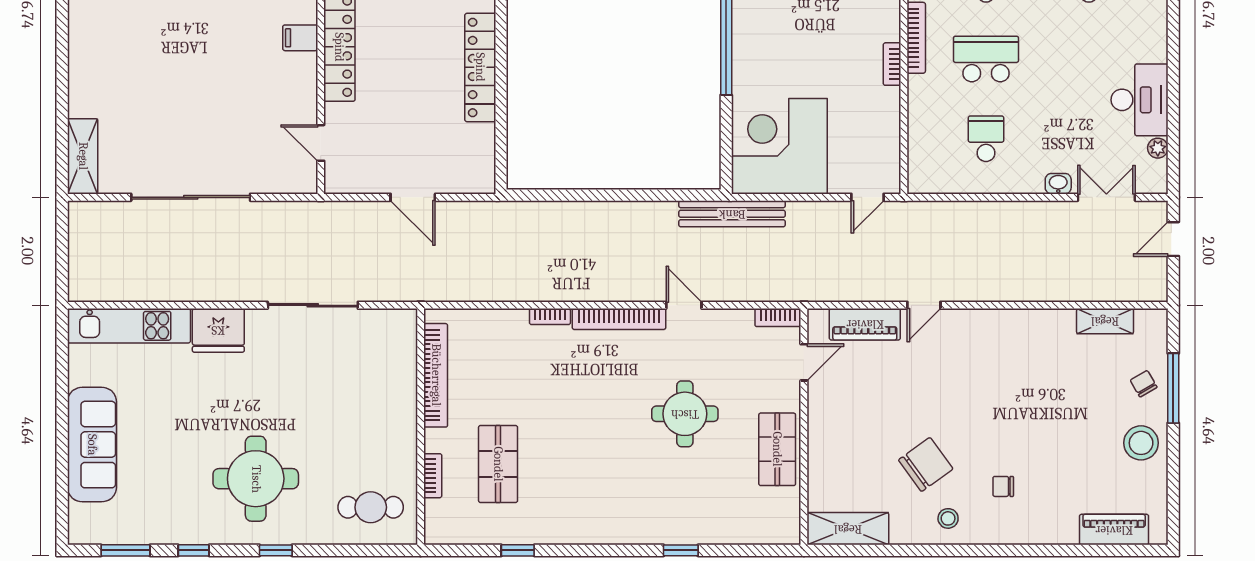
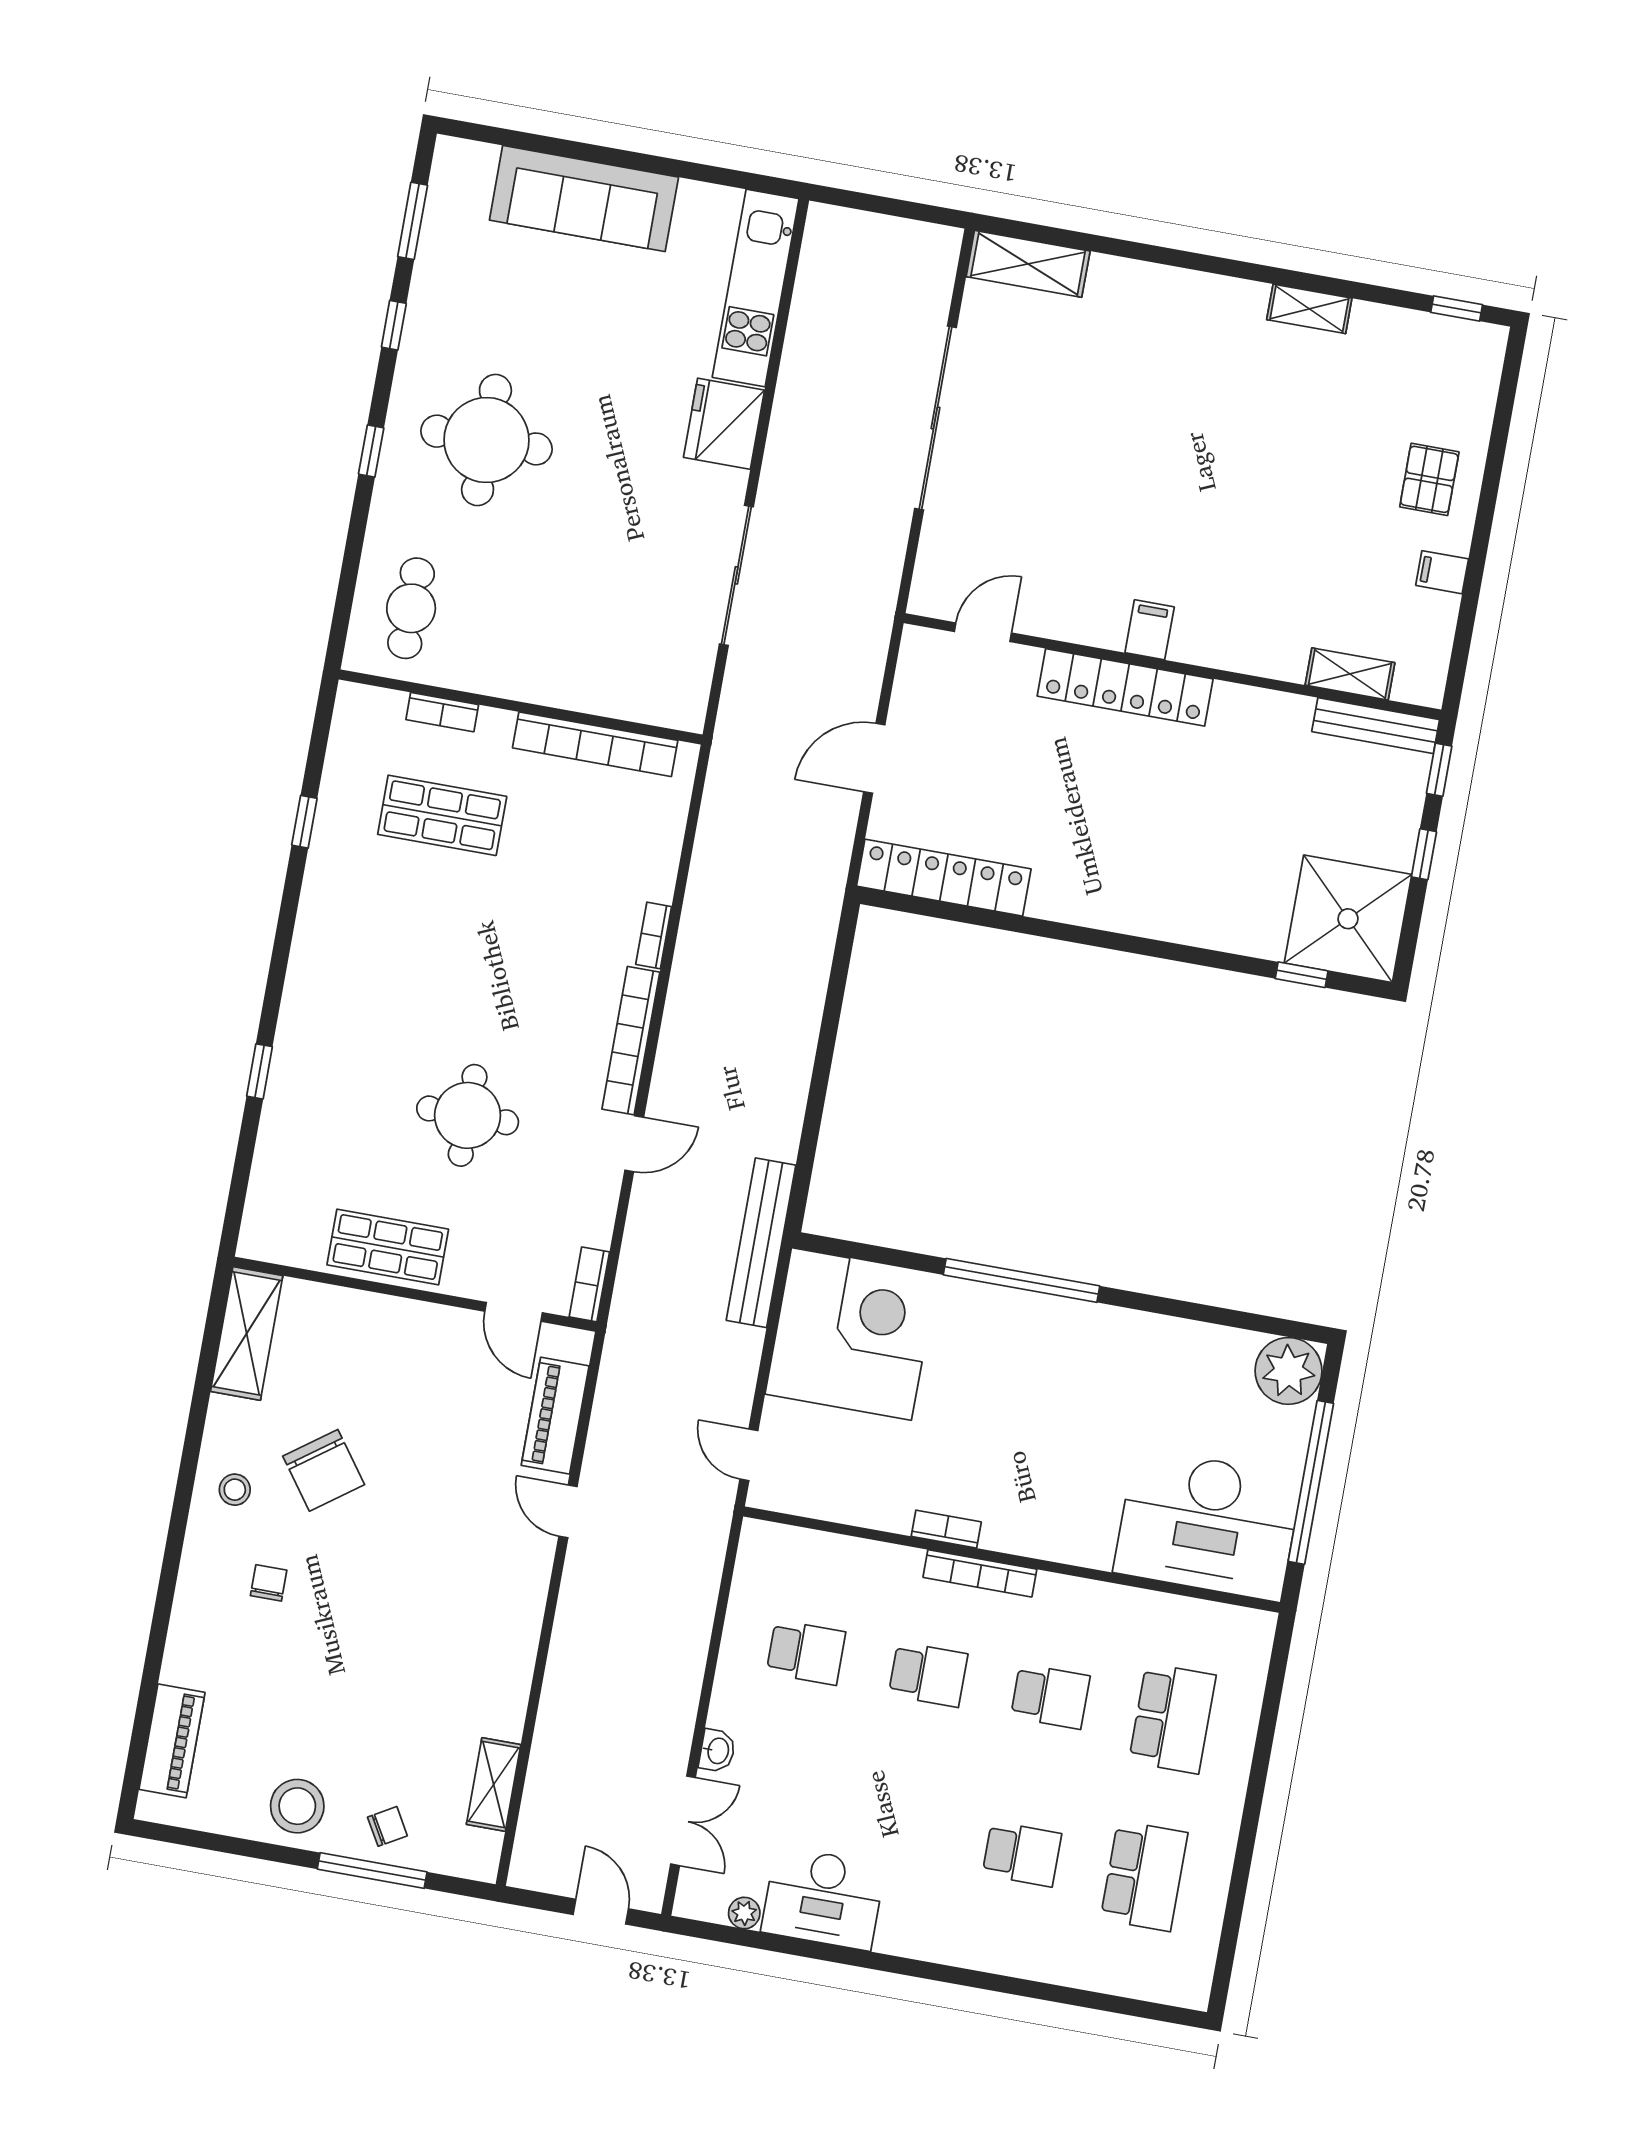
school desk: (986, 59) -> (928, 1674), width x0.54
locker: (480, 67) -> (944, 878), moved

